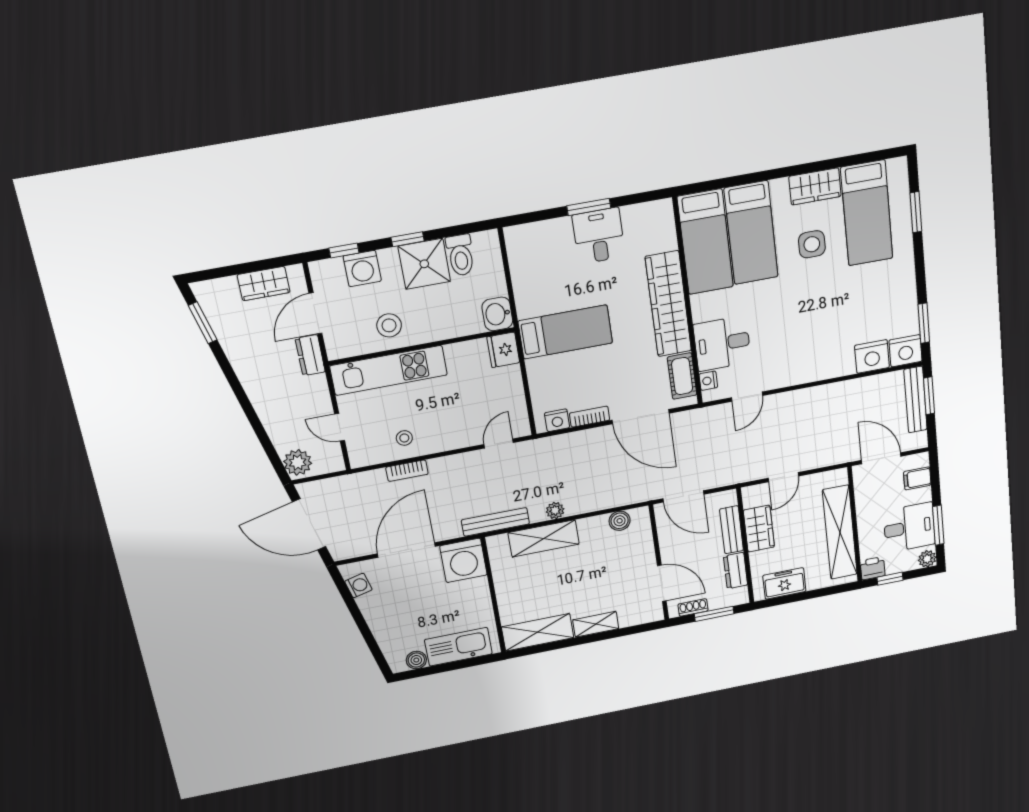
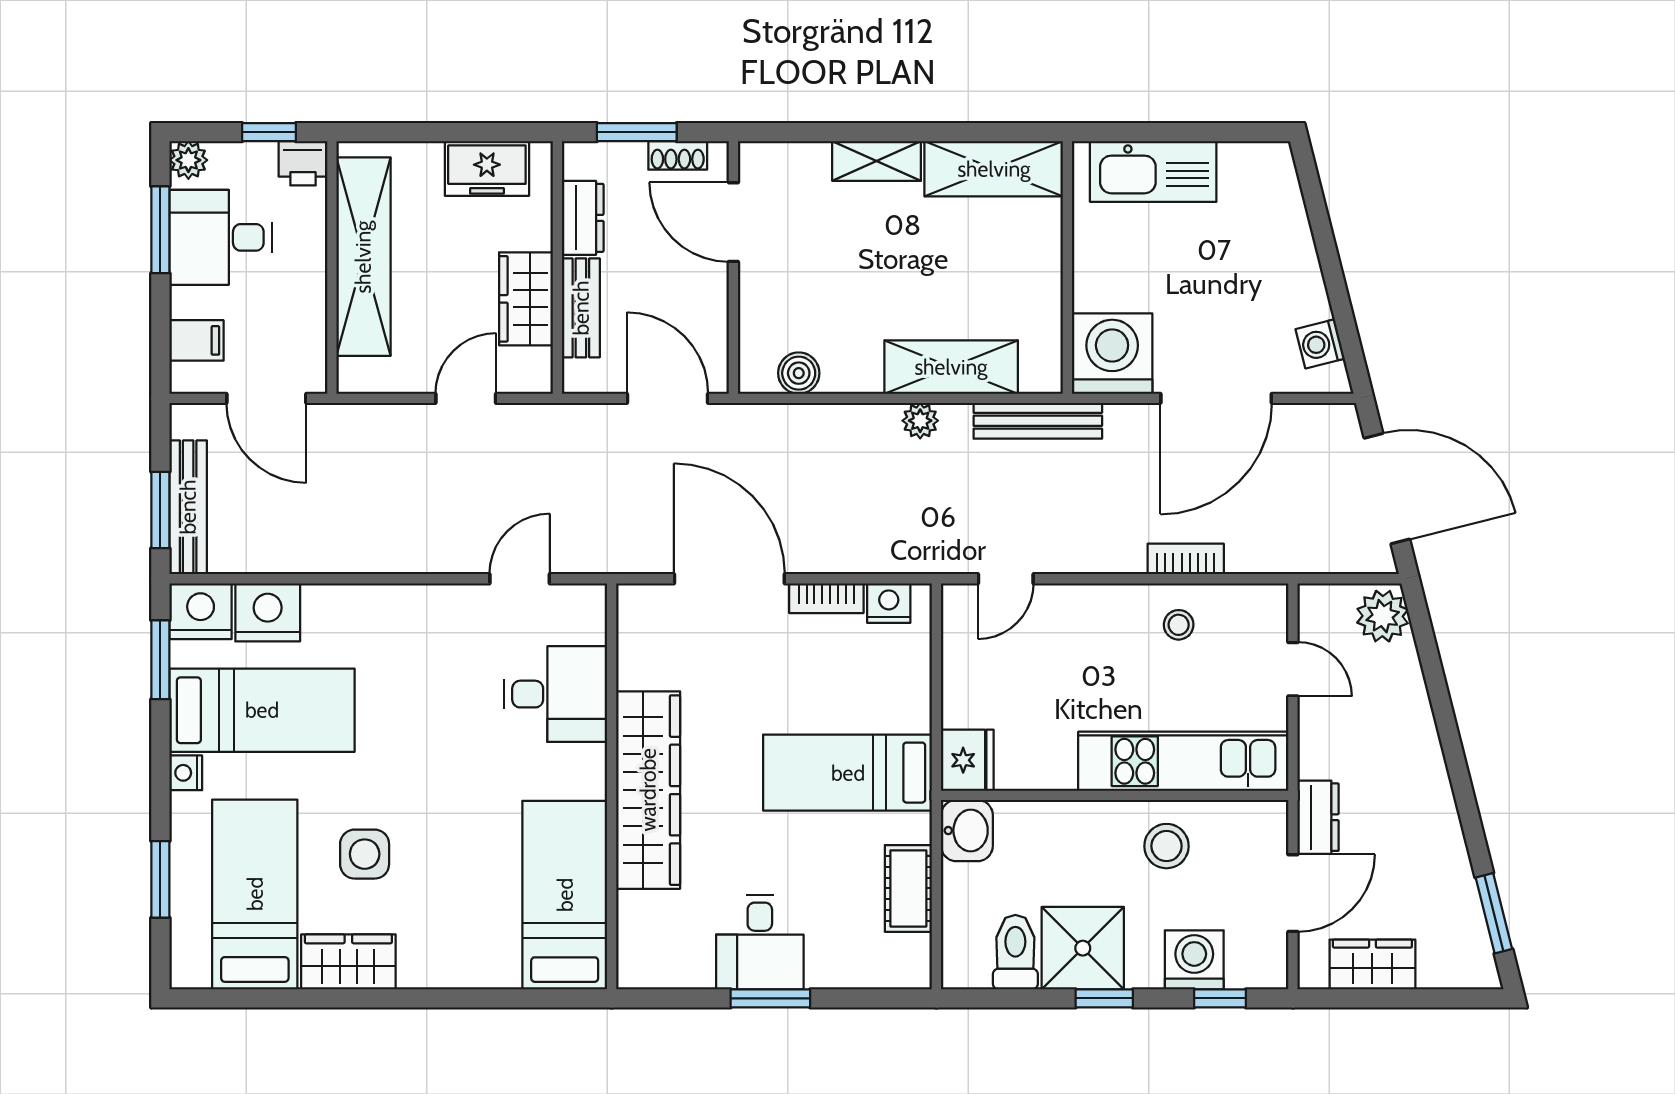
bed: (751, 233) -> (262, 710), moved, turned 90
cot: (682, 376) -> (908, 888), moved
nightstand: (708, 381) -> (186, 773), moved, turned 180
boiler: (416, 660) -> (1240, 161), removed

